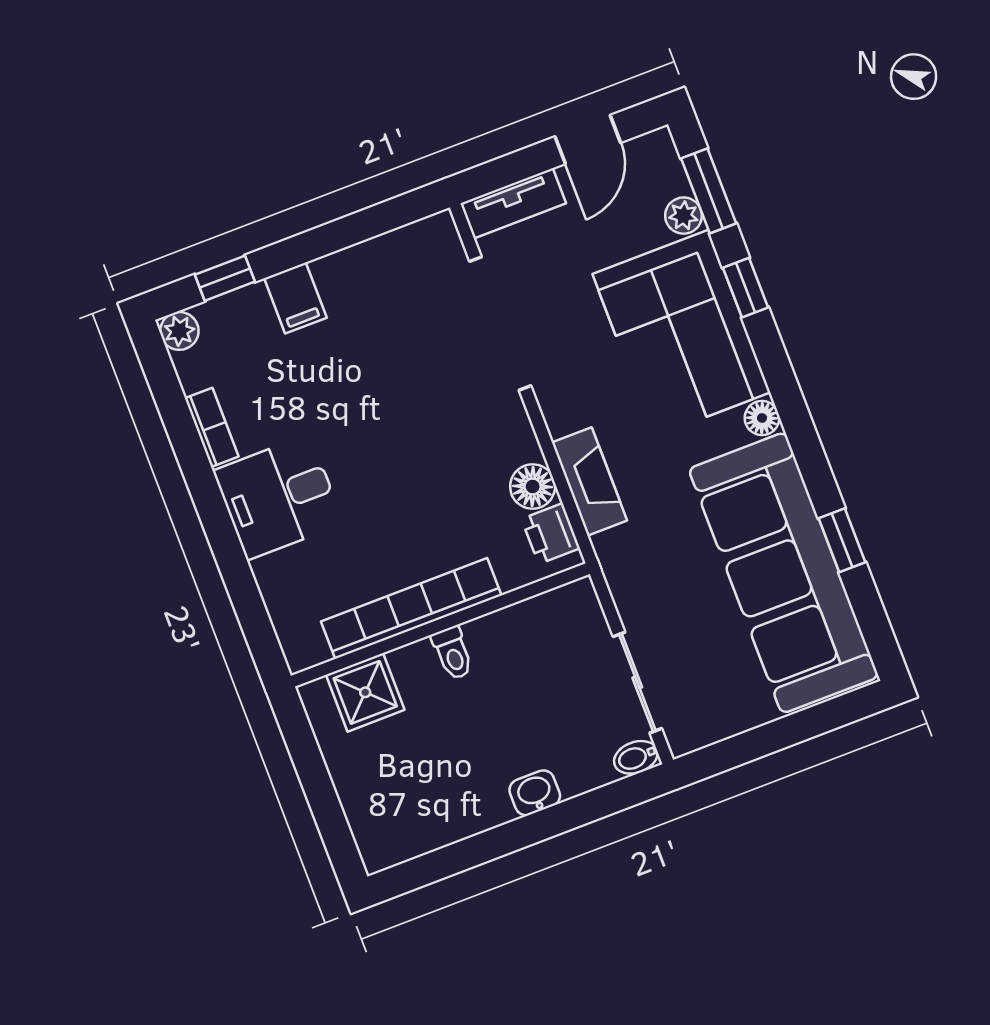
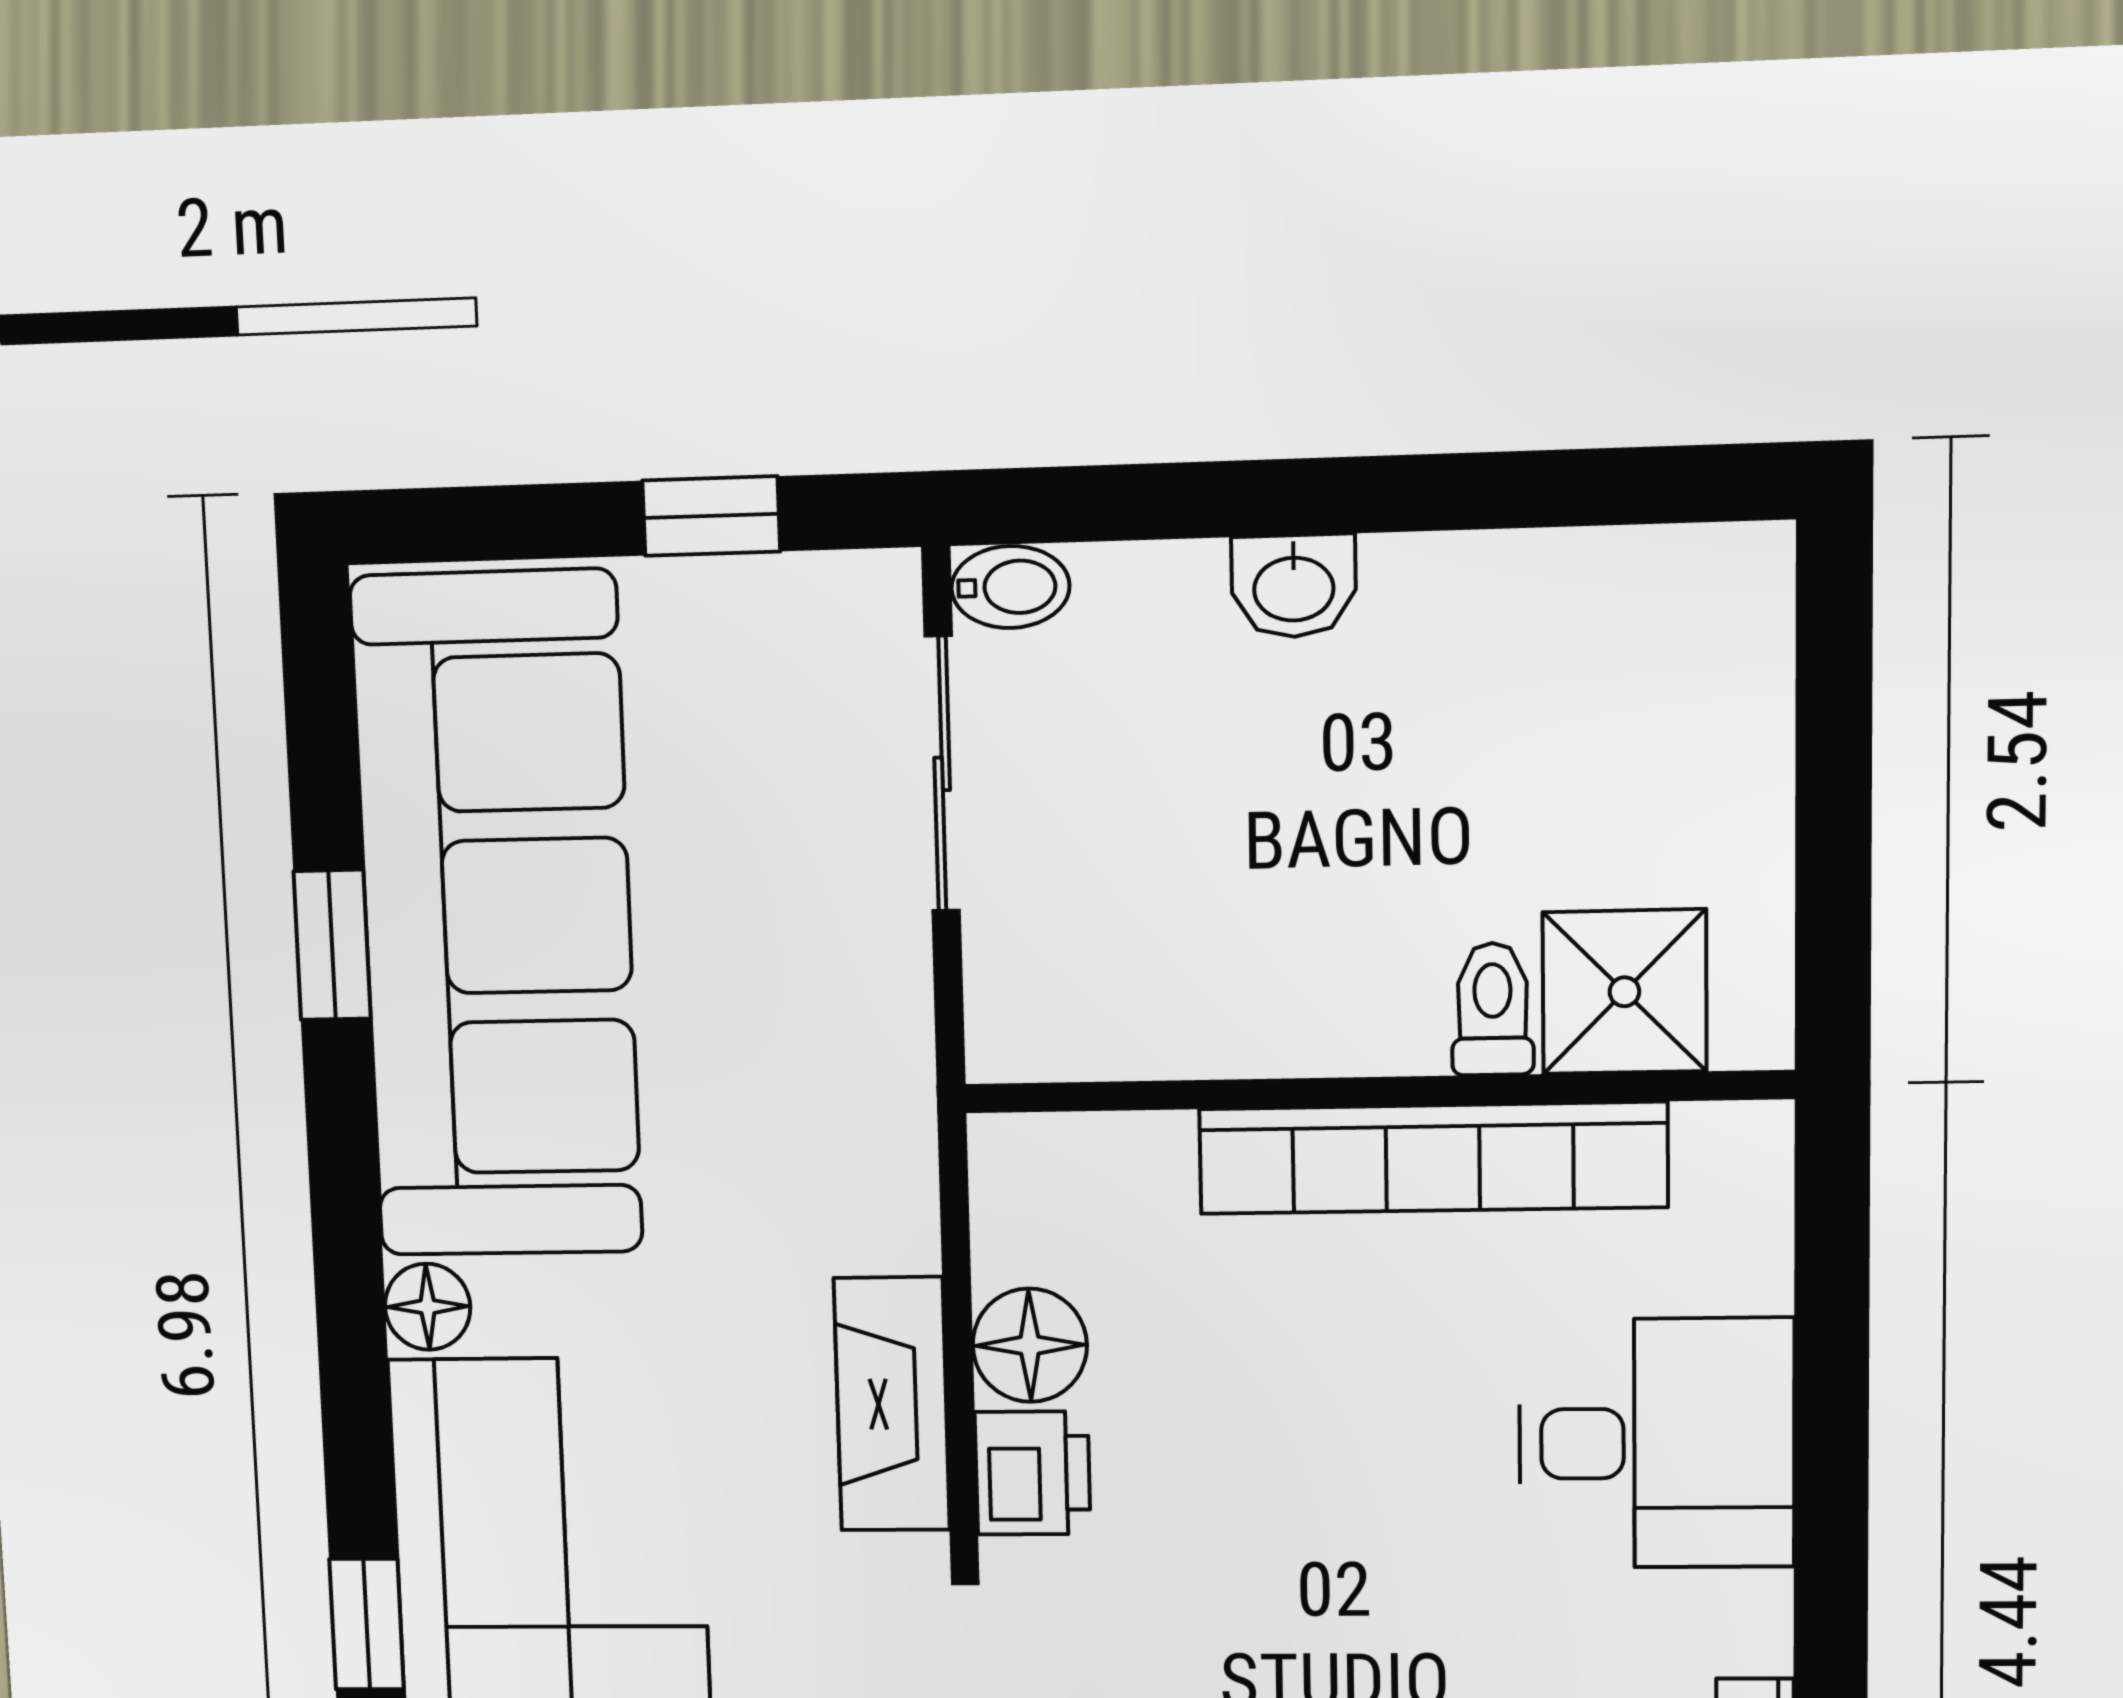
fireplace: (589, 481) -> (892, 1404), moved
desk: (278, 497) -> (1656, 1443), moved
printer: (551, 534) -> (1033, 1473), moved
toilet: (453, 653) -> (1493, 1009), moved
window: (753, 745) -> (711, 516), added

